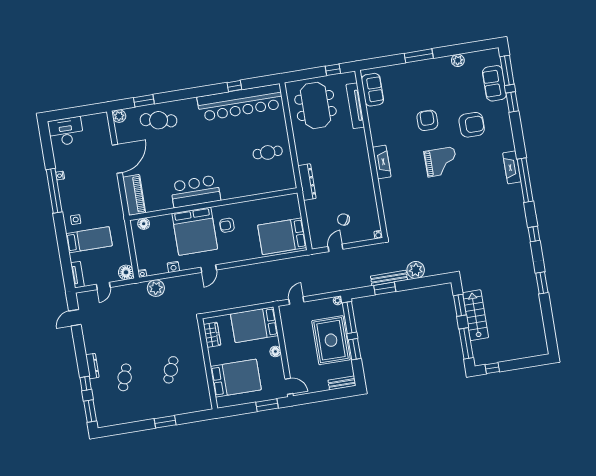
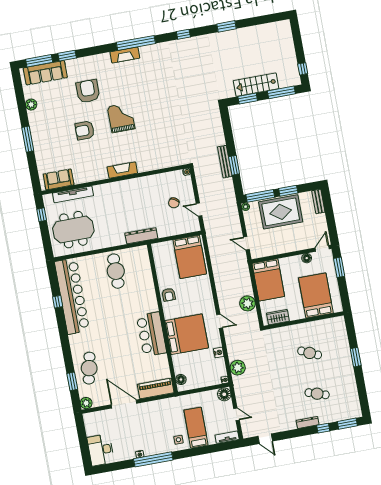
sofa: (494, 83) -> (45, 73), width x1.36
cafe table: (268, 152) -> (116, 271), width x1.37, depth x1.35
armchair: (227, 225) -> (169, 295), moved
plant: (416, 270) -> (248, 303), moved
floor lamp: (275, 351) -> (307, 258), moved

